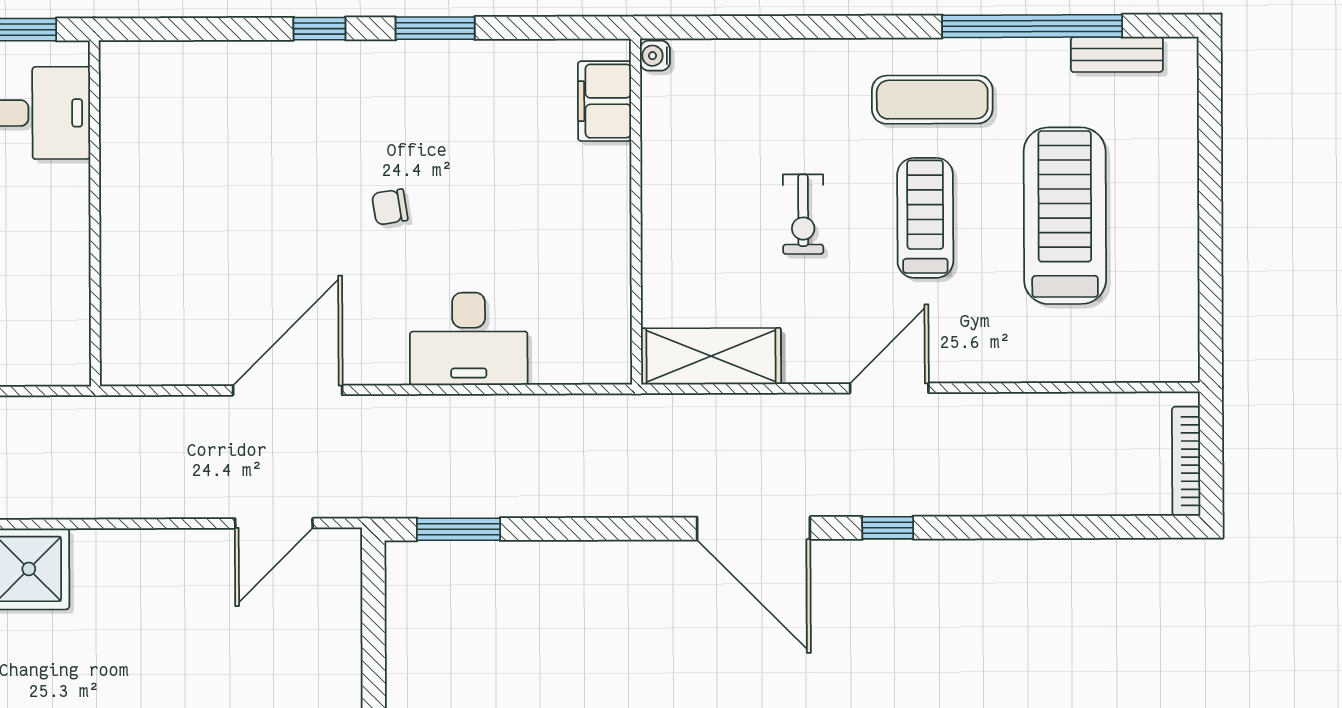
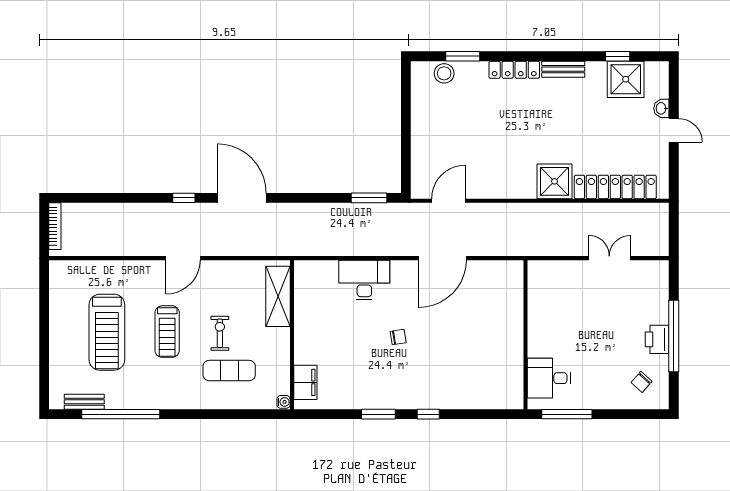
exercise mat: (932, 100) -> (229, 371), moved
shelving: (711, 356) -> (278, 296), moved, turned 90

